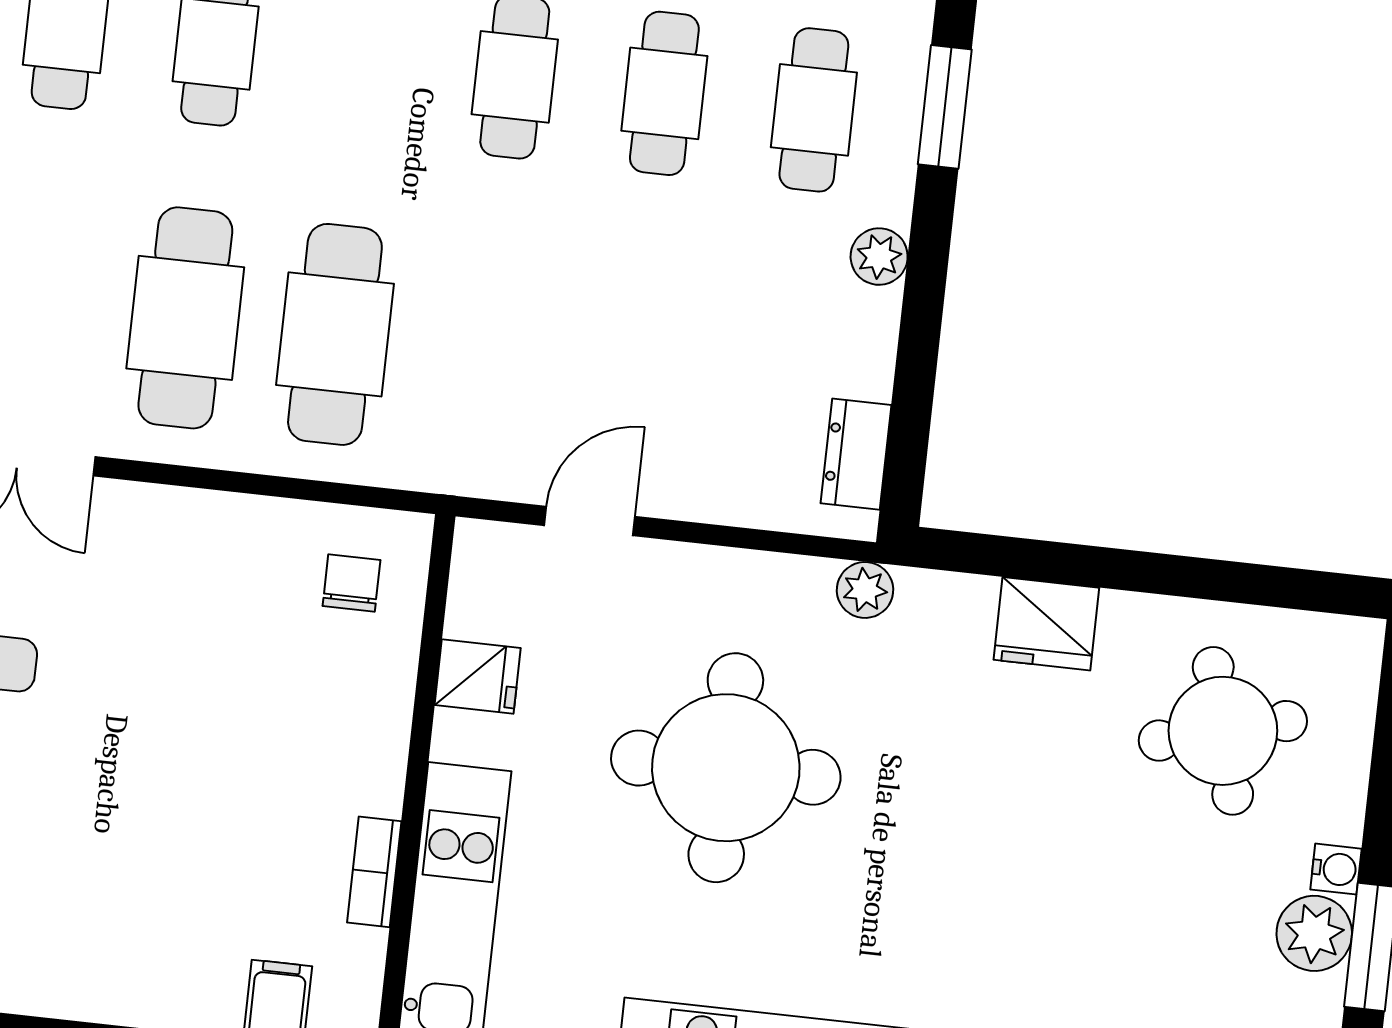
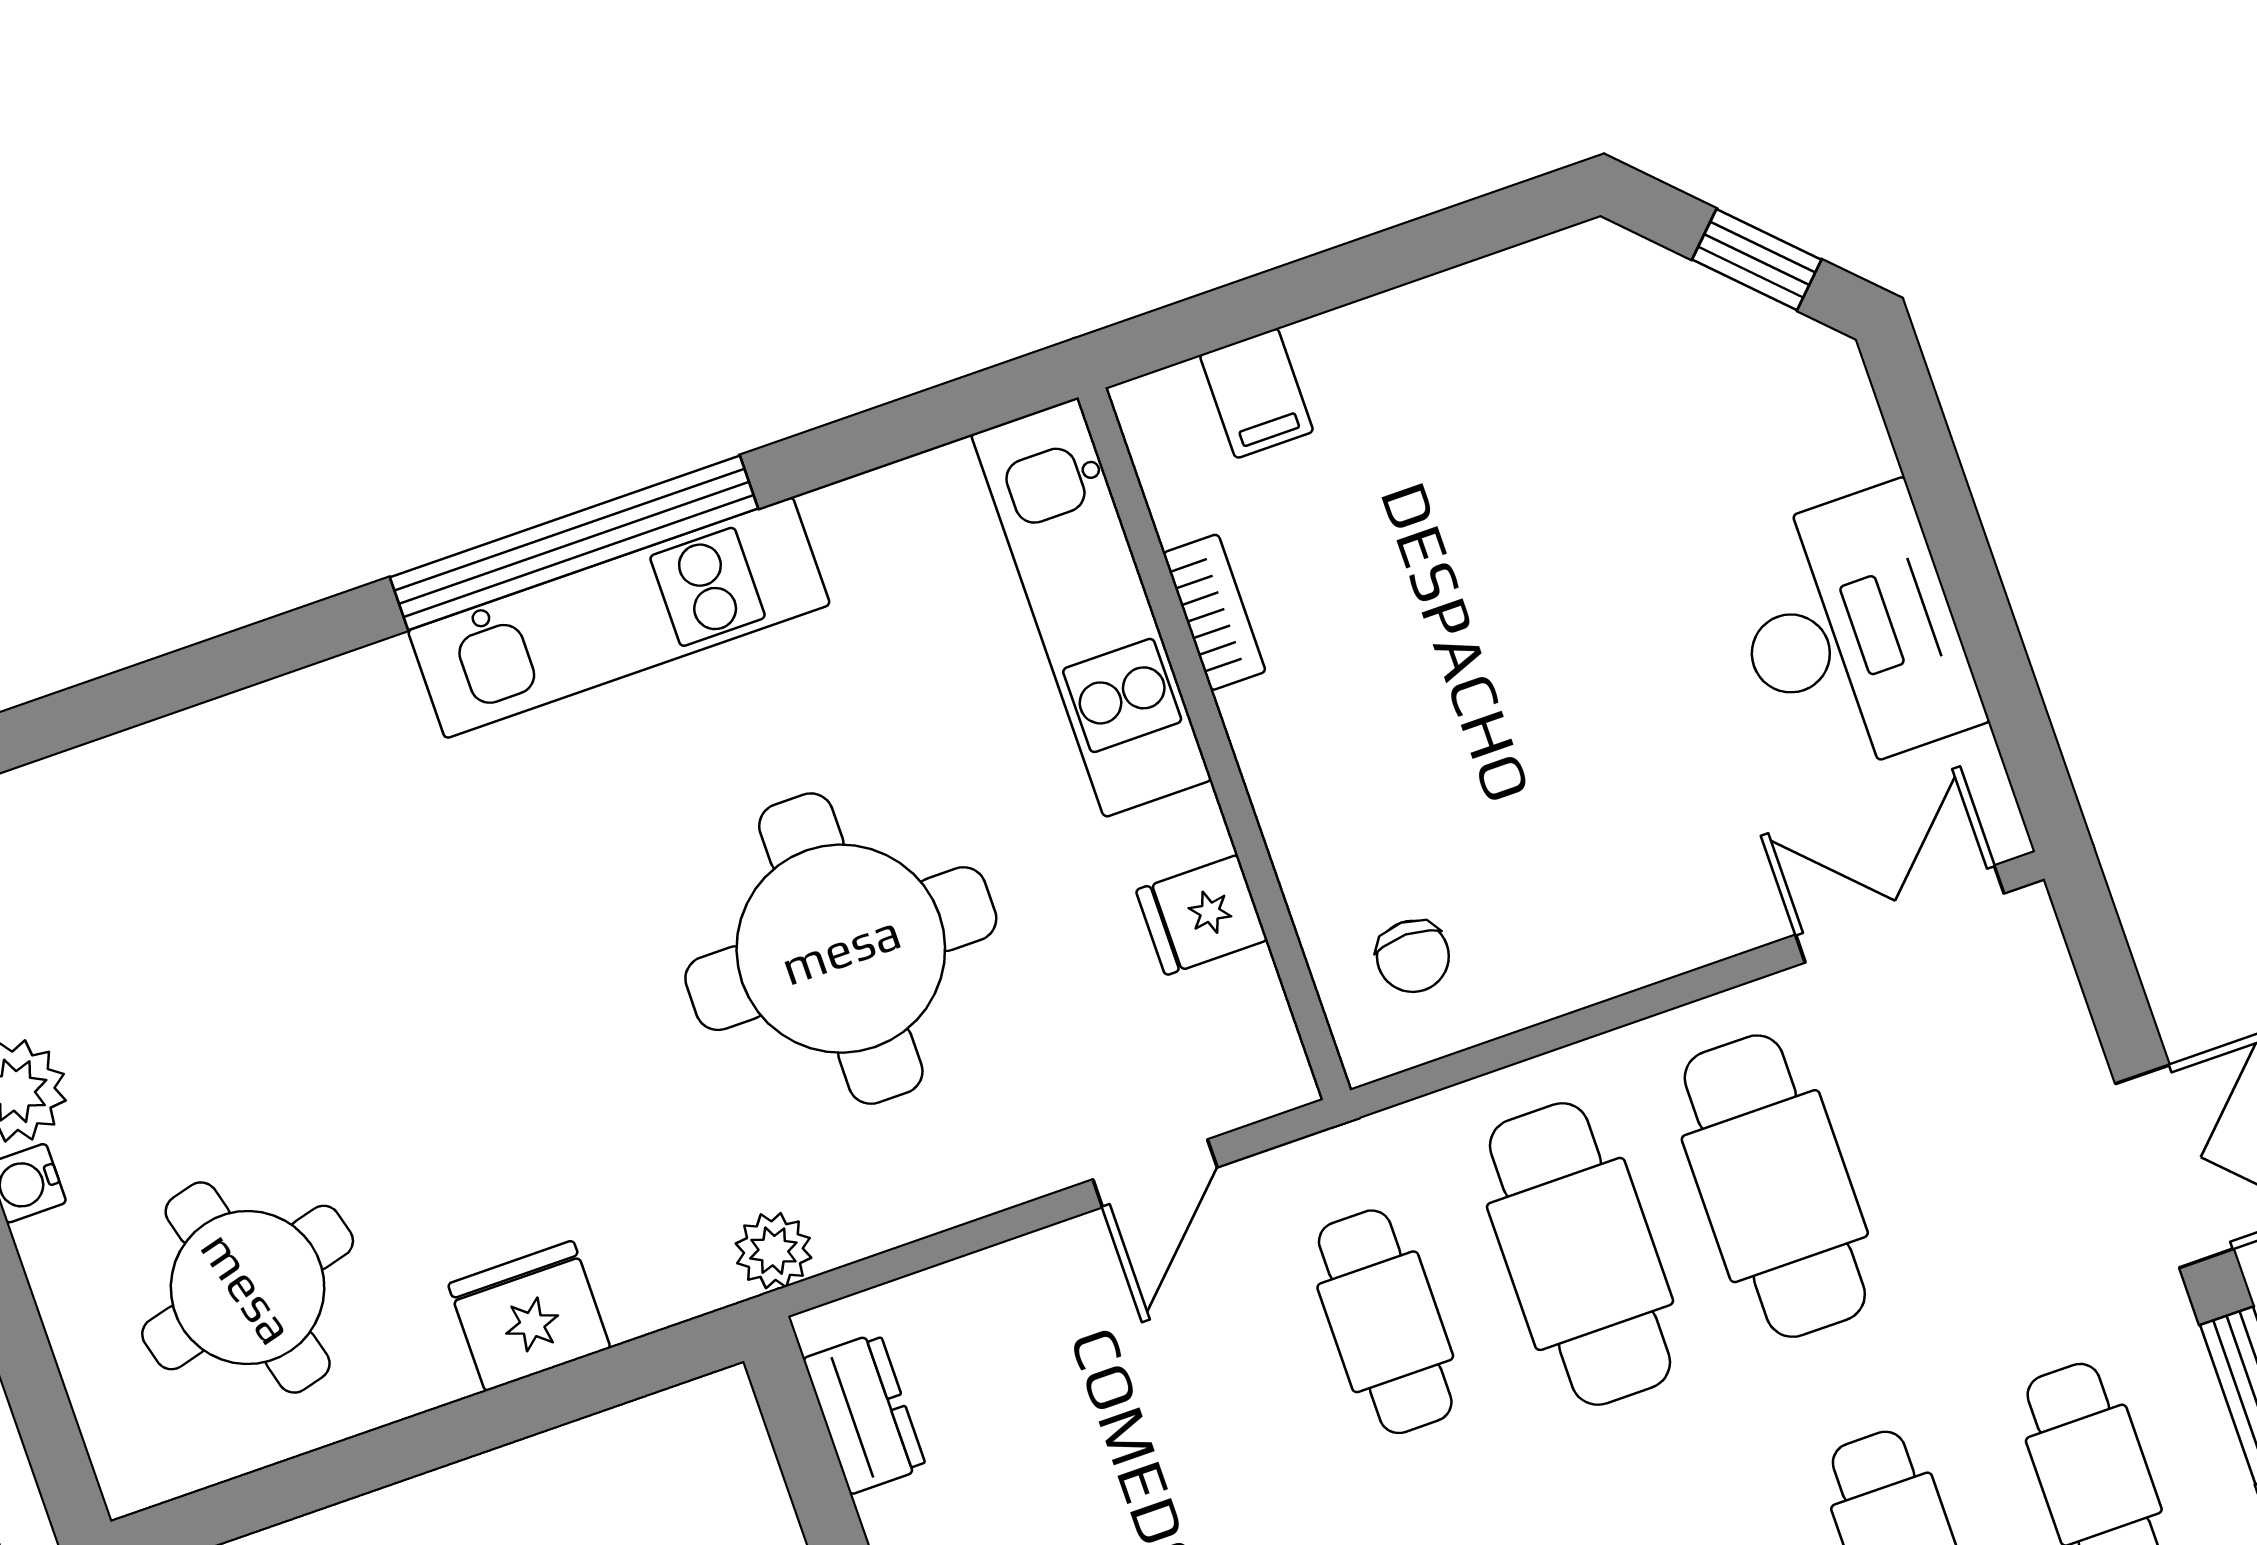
cafe table: (485, 351) -> (1385, 1322), added

